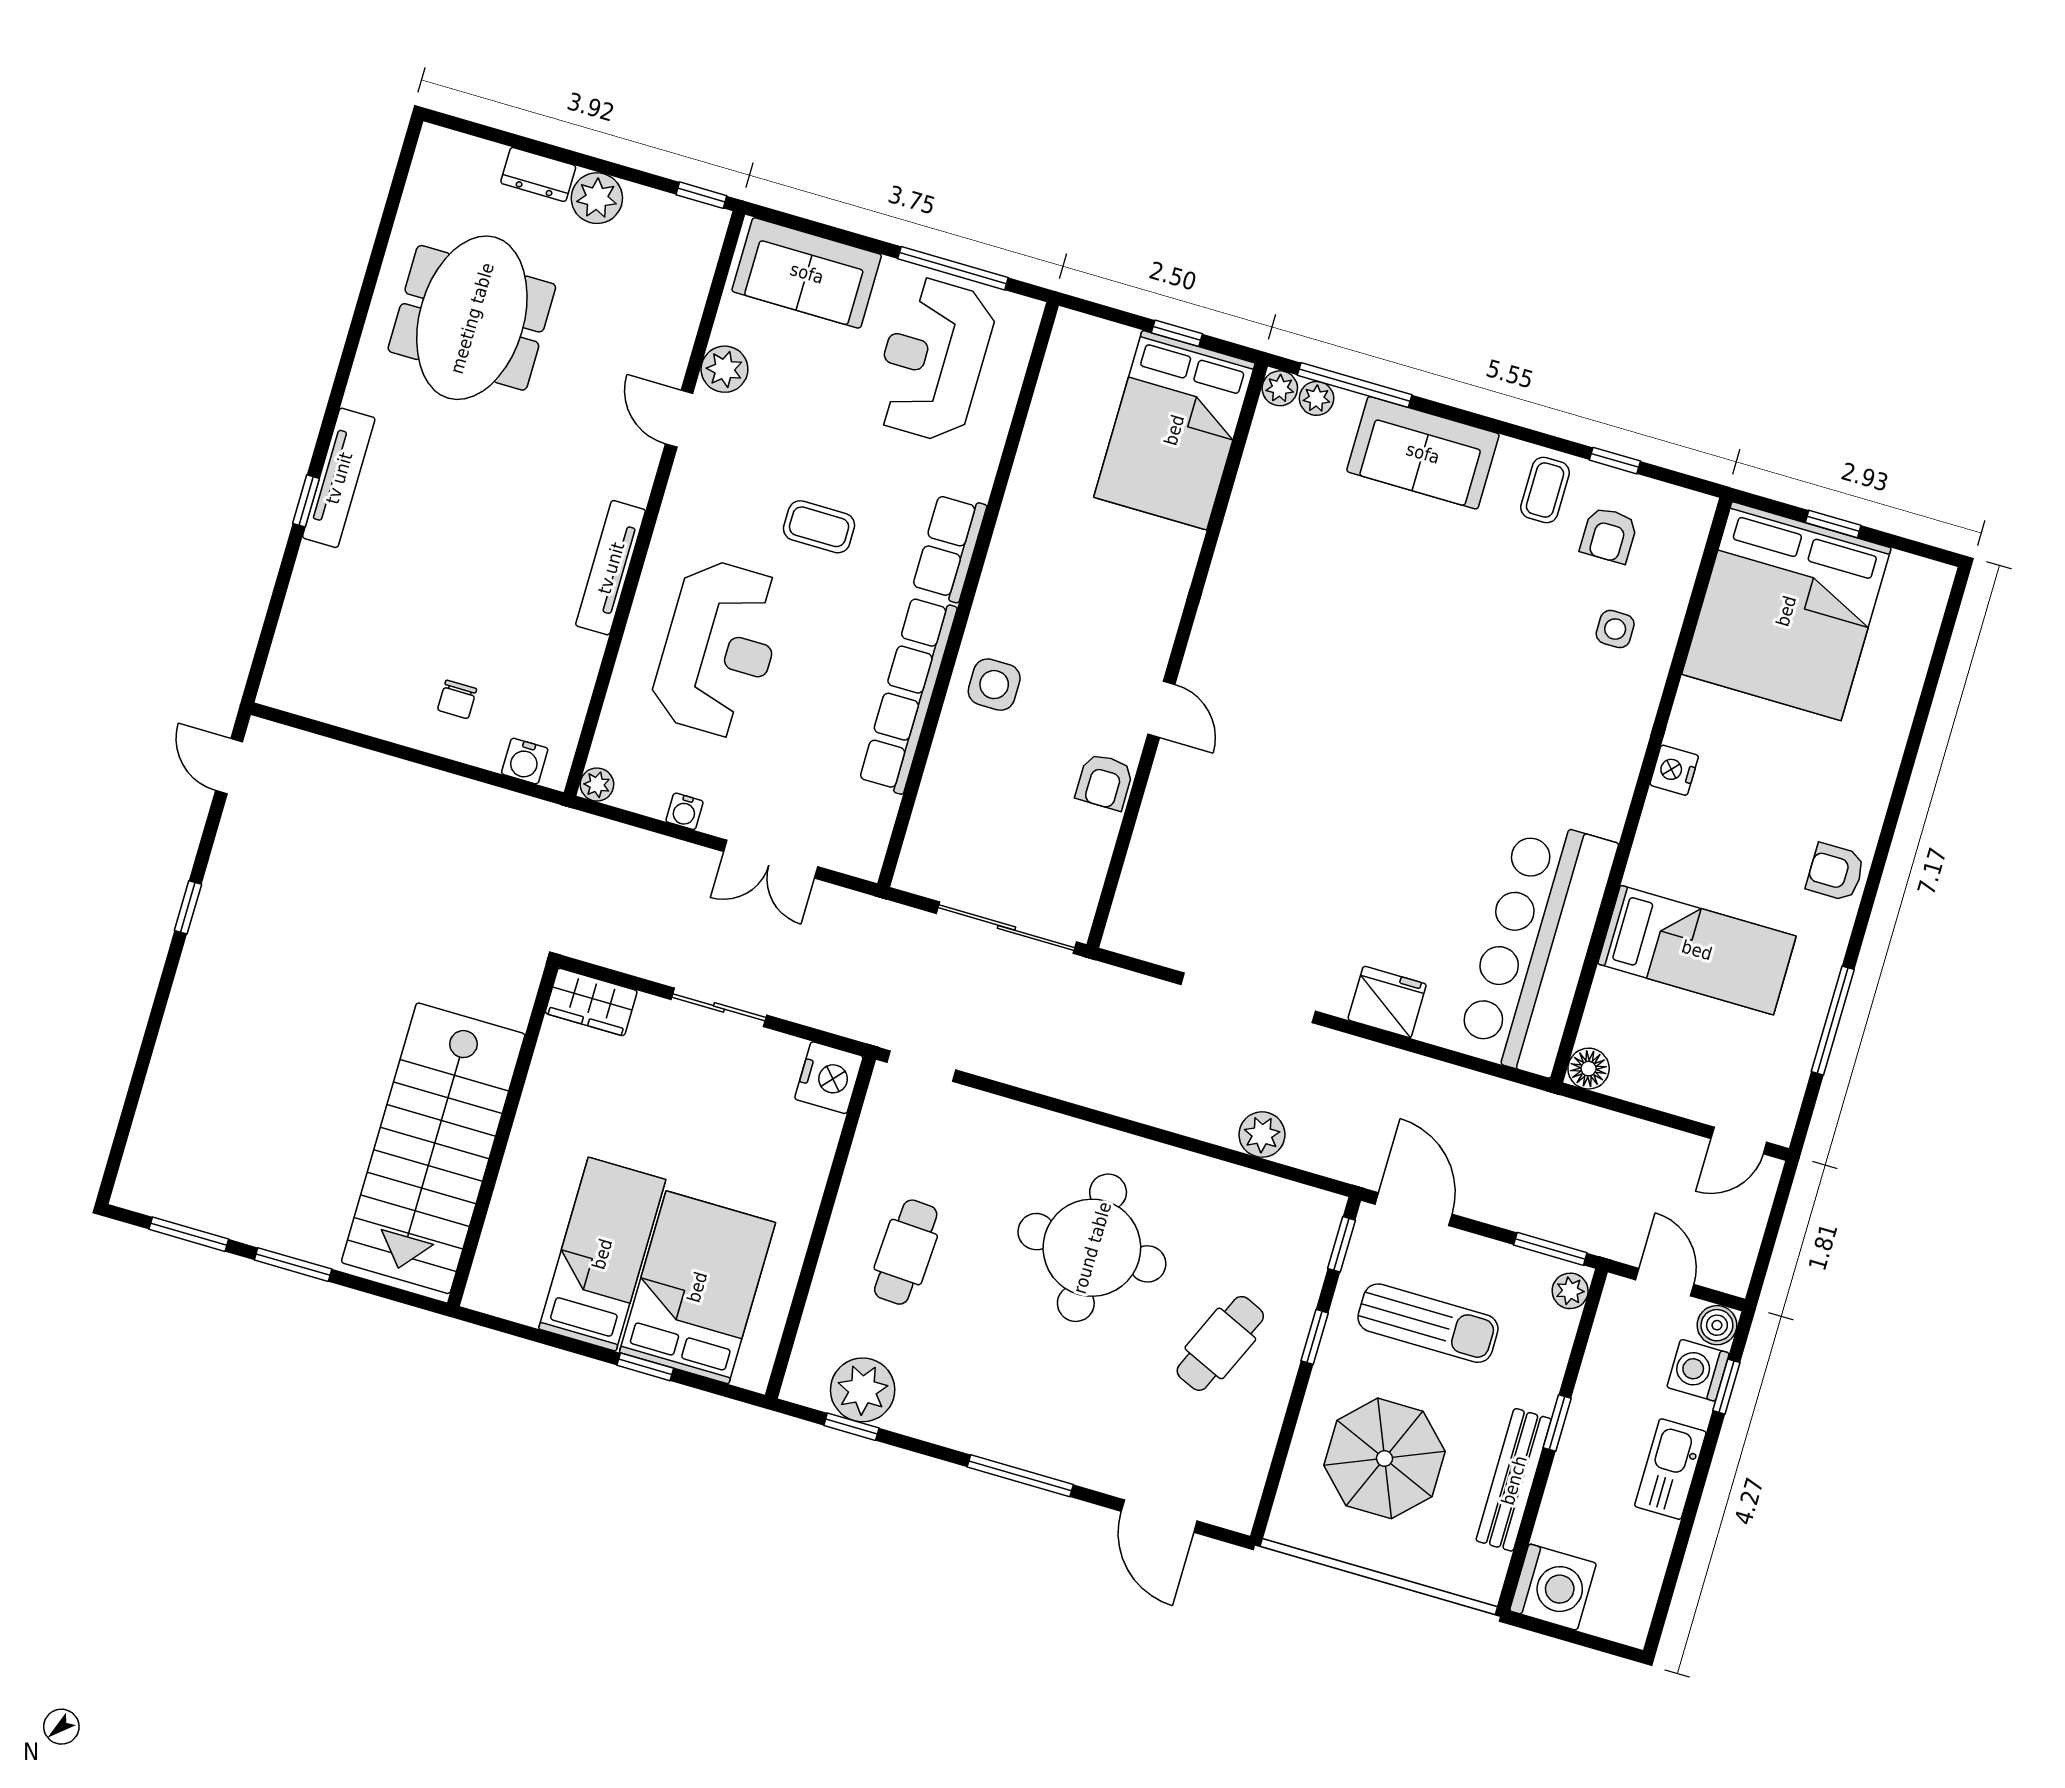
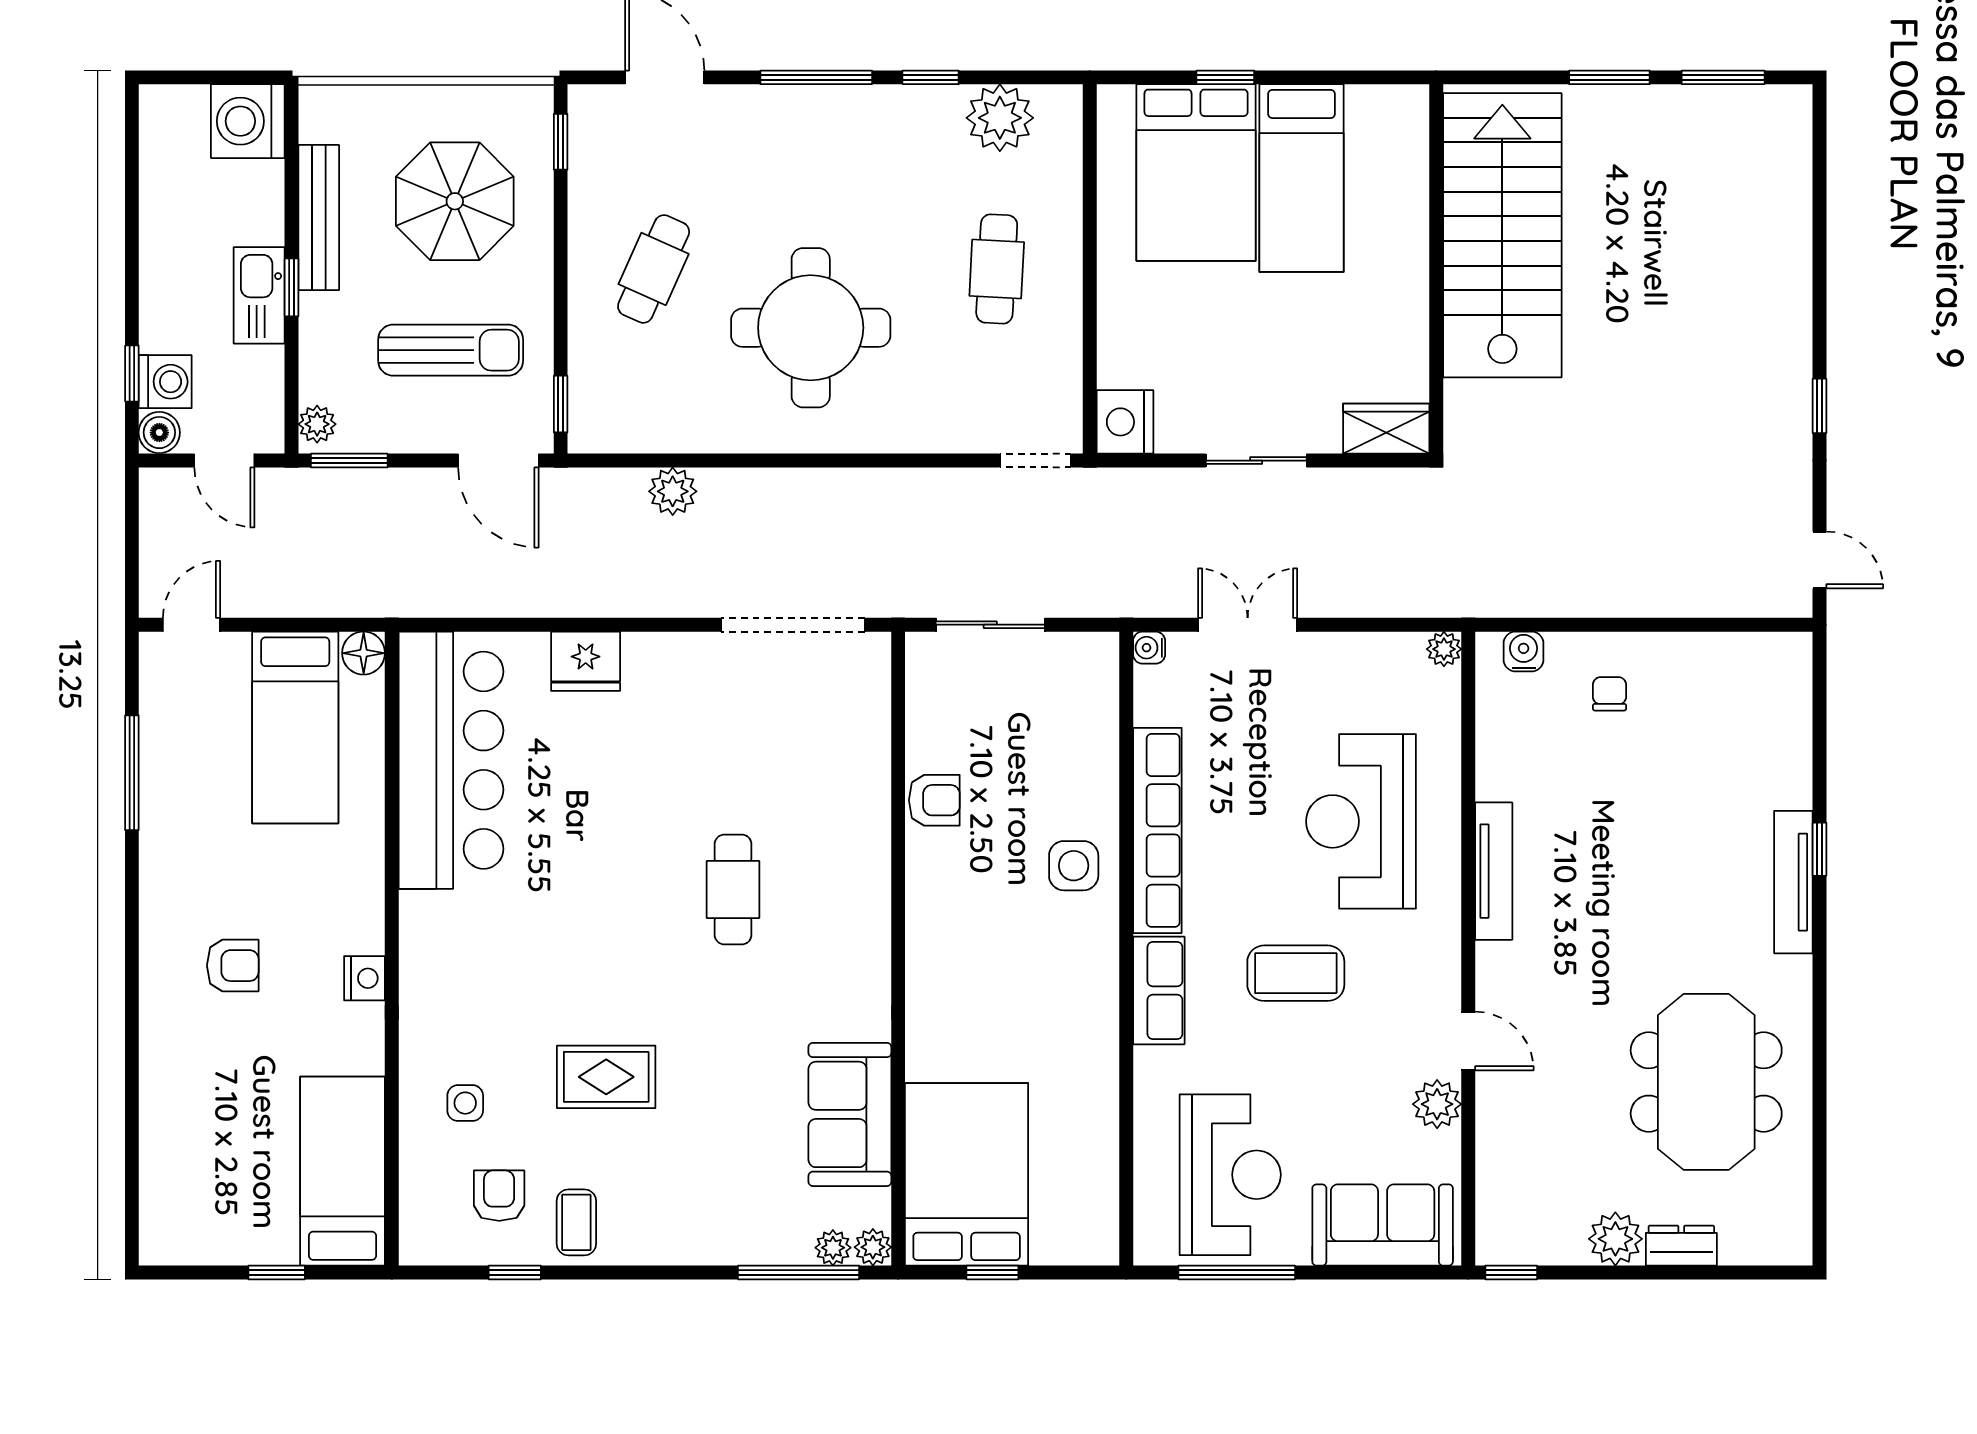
sofa: (1423, 453) -> (850, 1114), moved, turned -90
coffee table: (819, 527) -> (1296, 973), width x1.36, depth x1.30
bed: (1786, 611) -> (343, 1171), width x0.49
rug: (1479, 615) -> (606, 1077), added
door: (1161, 709) -> (898, 890), removed
cafe table: (1313, 753) -> (733, 890), added
armchair: (1104, 782) -> (934, 800), turned 90
water cooler: (685, 811) -> (1149, 648), moved, turned -90
armchair: (1835, 872) -> (233, 966), moved
sliding door: (1006, 928) -> (990, 625), width x0.73
bed: (1697, 950) -> (295, 727), moved, turned -90
doorway: (1248, 998) -> (793, 625), moved
sun lounger: (1428, 1323) -> (451, 350), turned 180
window: (1315, 1337) -> (561, 142), moved
window: (851, 1427) -> (931, 77), moved
kitchen sink: (1670, 1469) -> (259, 295), moved, turned 180

